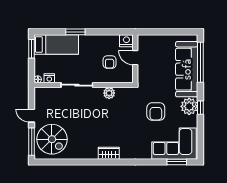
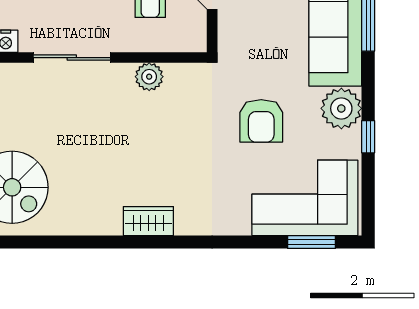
window: (200, 108) -> (368, 137), moved

